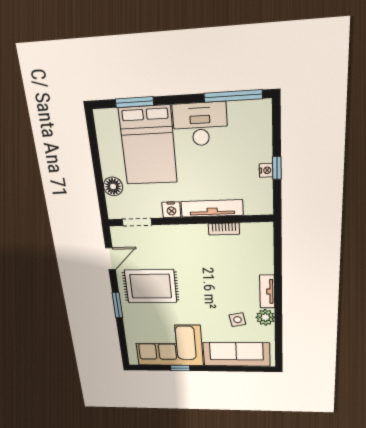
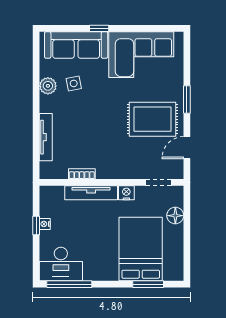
desk: (200, 124) -> (61, 264), moved
tv unit: (267, 292) -> (46, 137), moved, width x1.41
window: (180, 368) -> (99, 28), moved

